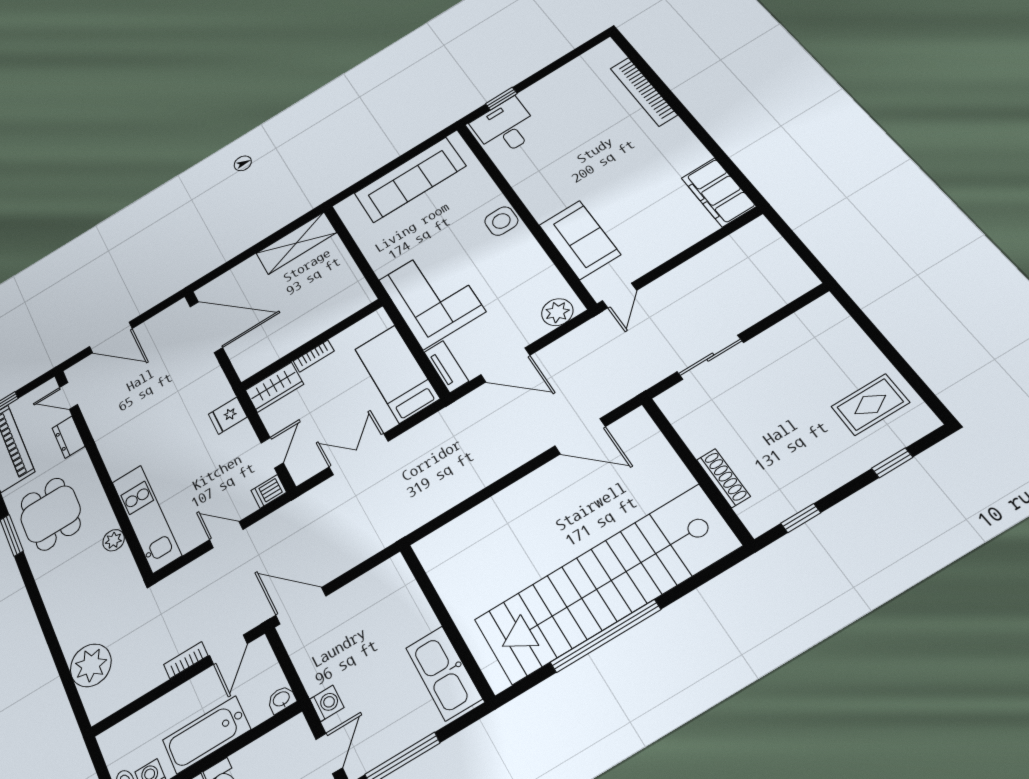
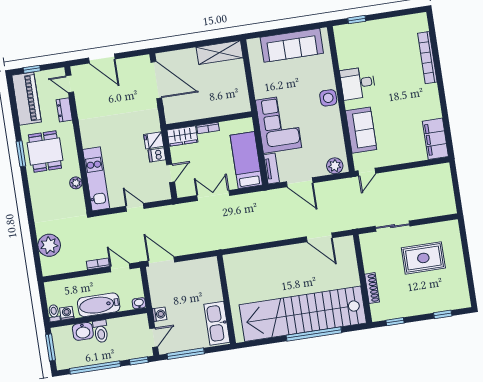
desk: (505, 127) -> (358, 83), moved, turned -90
rug: (870, 405) -> (423, 258), moved, width x1.36, depth x1.43
dishwasher: (269, 491) -> (157, 155), moved
window: (606, 636) -> (314, 334), moved
door: (228, 650) -> (120, 268), swing flipped

